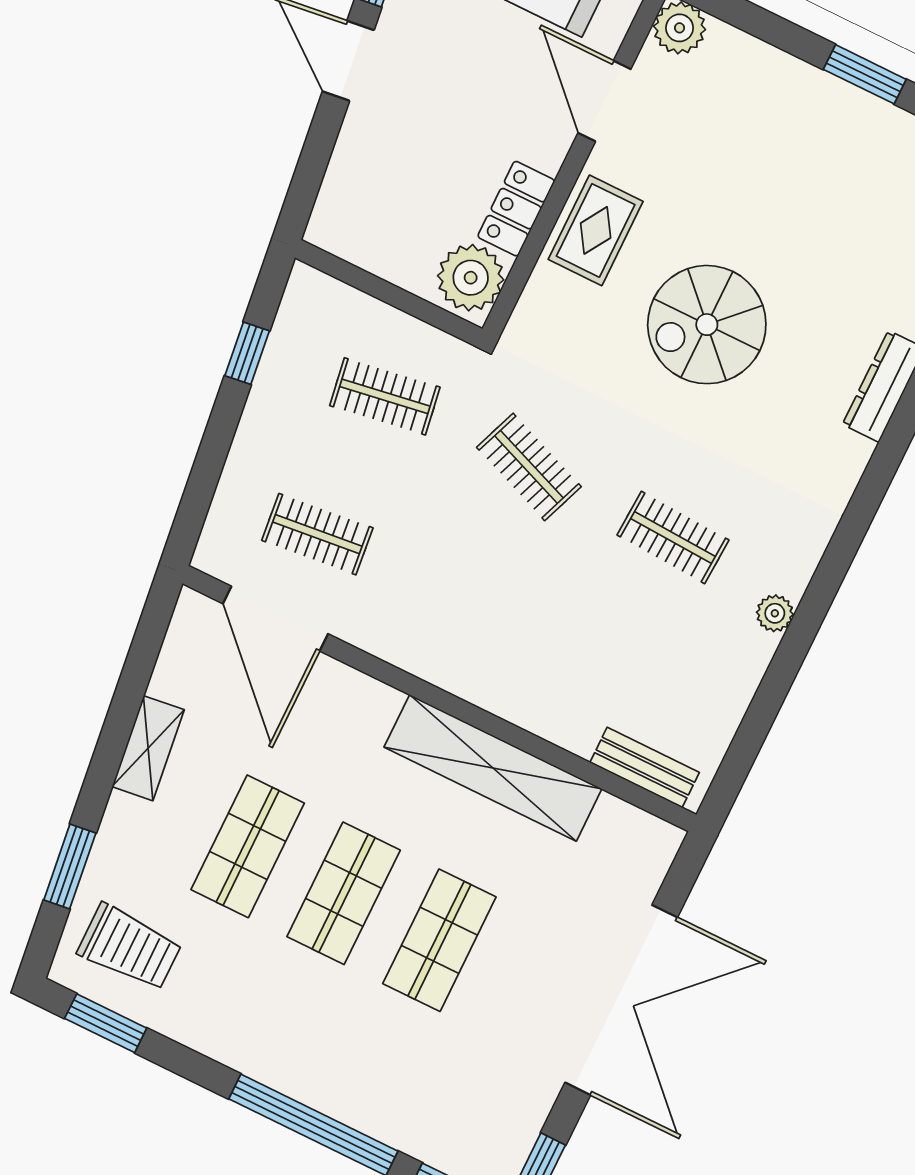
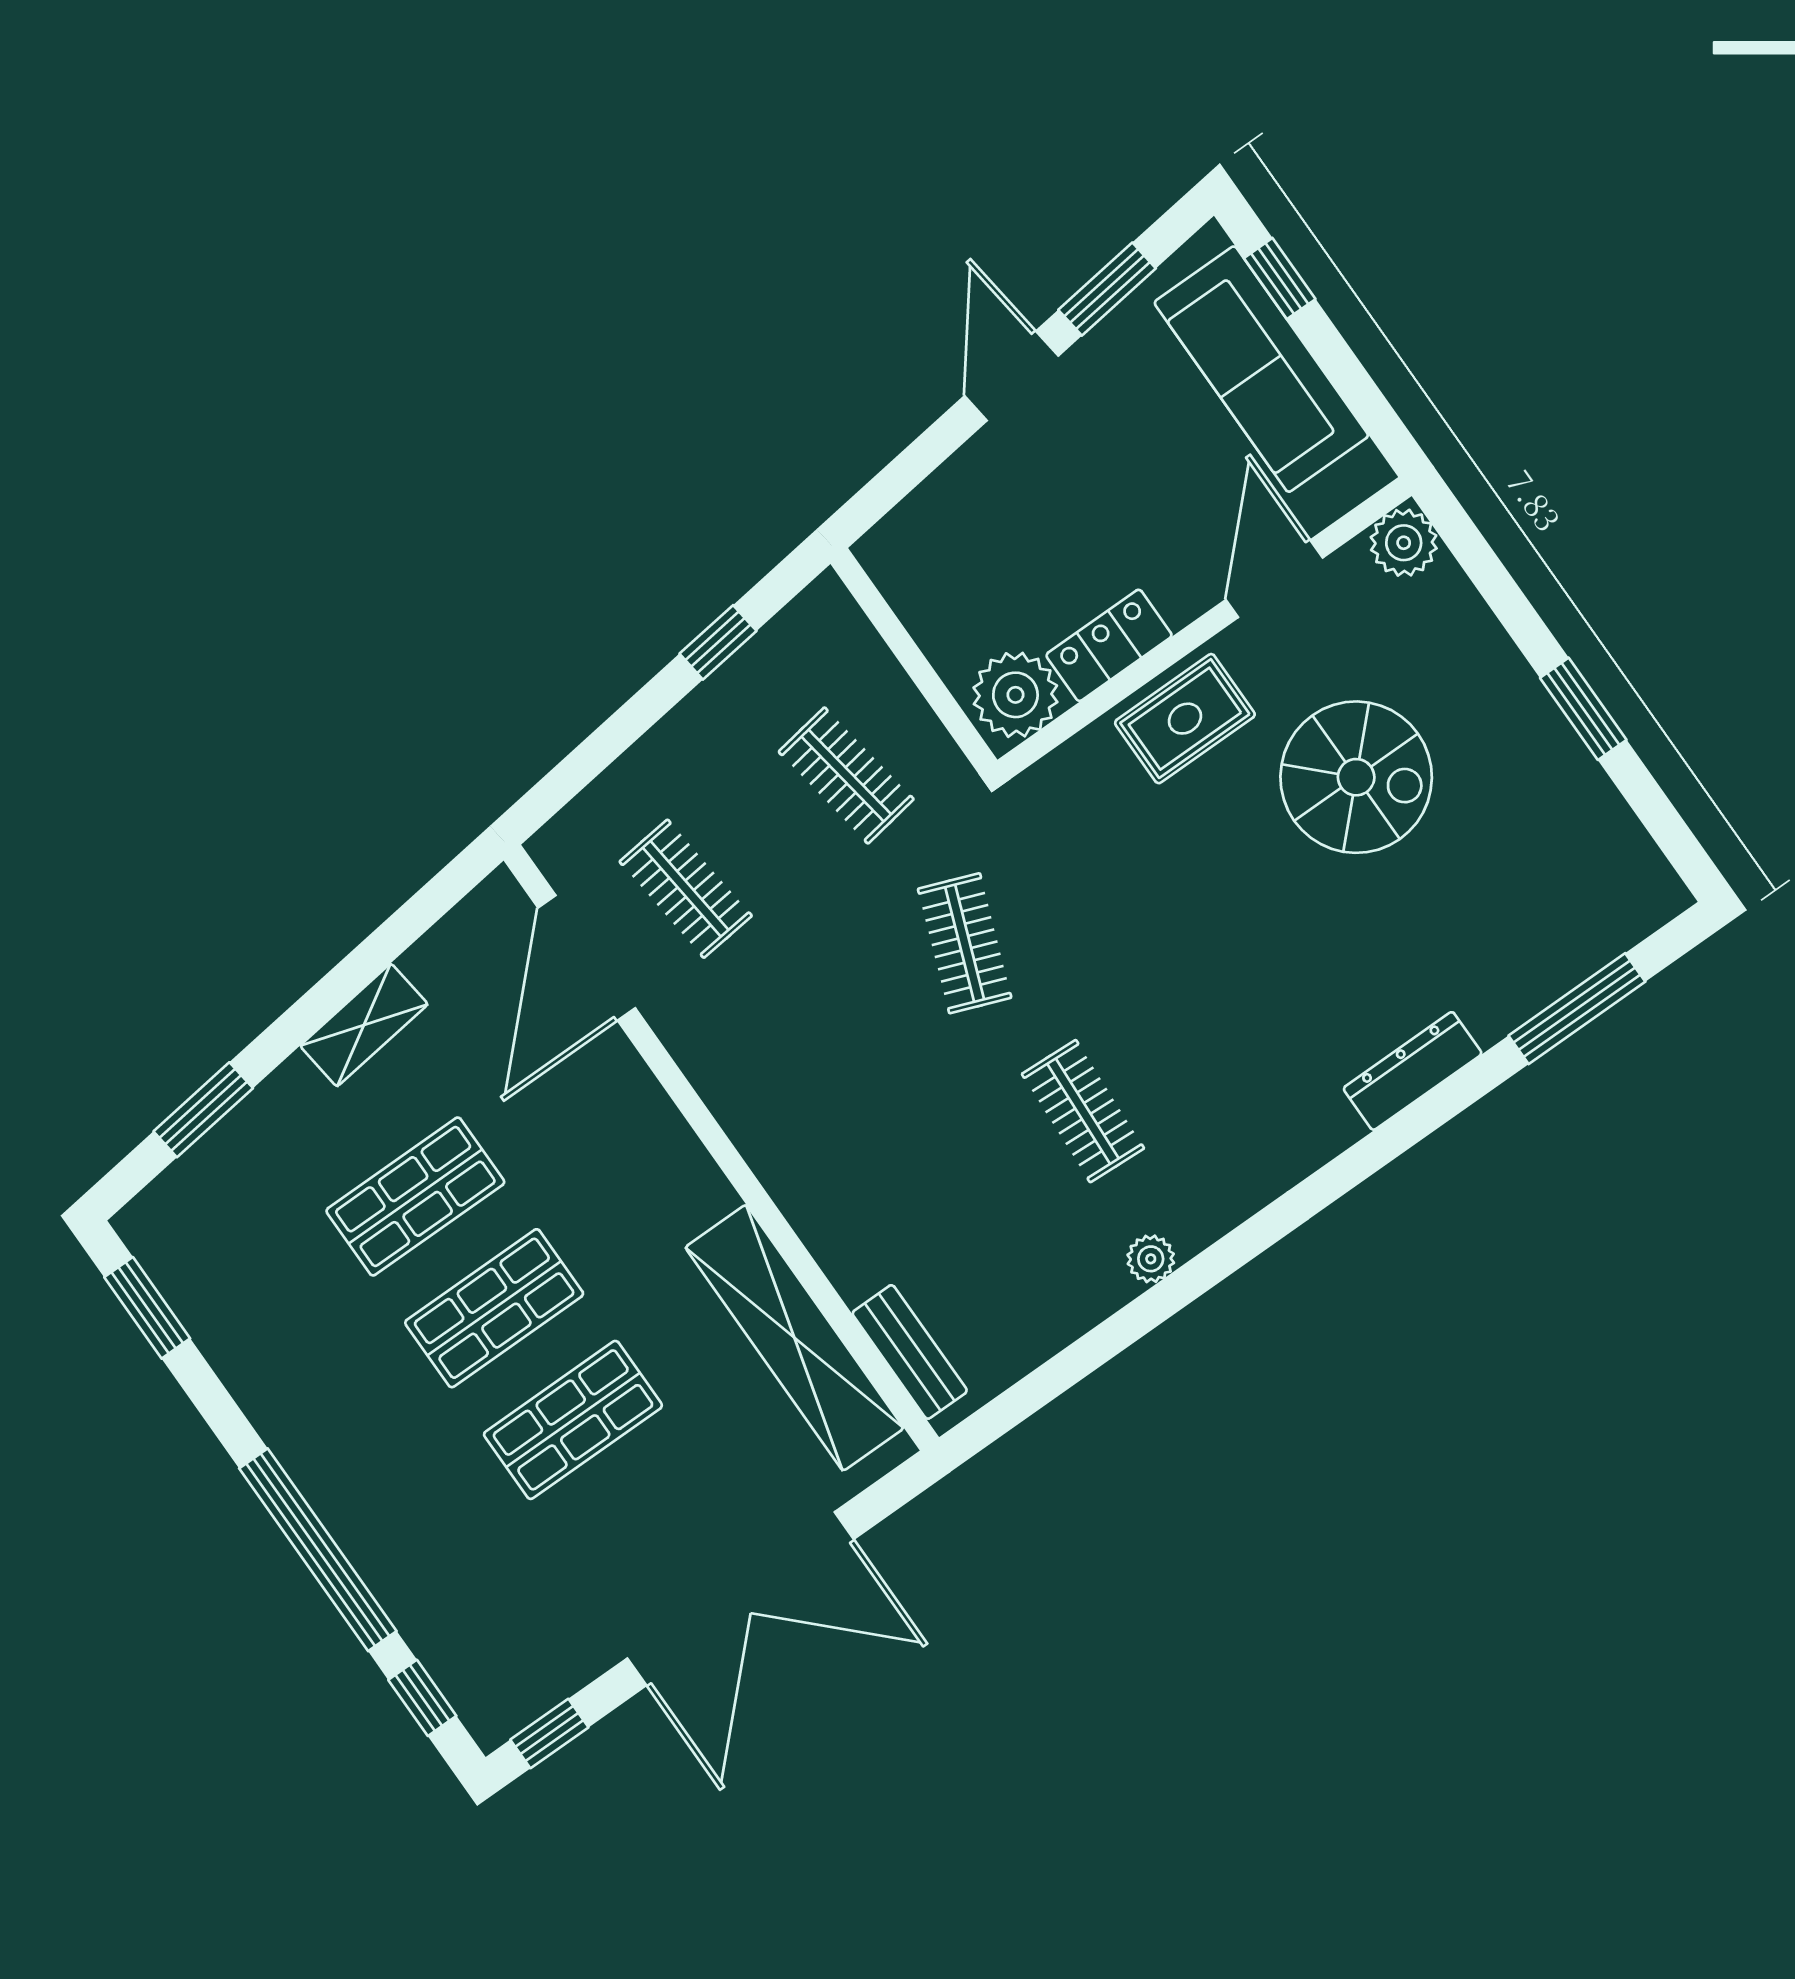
spiral stairs: (707, 325) -> (1356, 777), moved, turned 180
shelving: (493, 768) -> (794, 1338), moved
trolley: (130, 947) -> (221, 1237), removed

